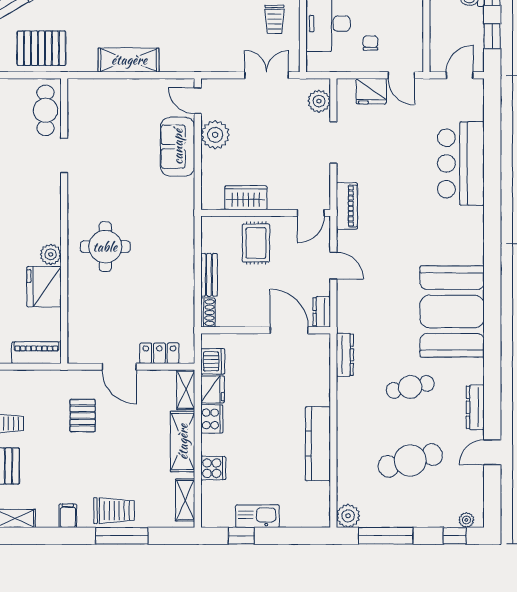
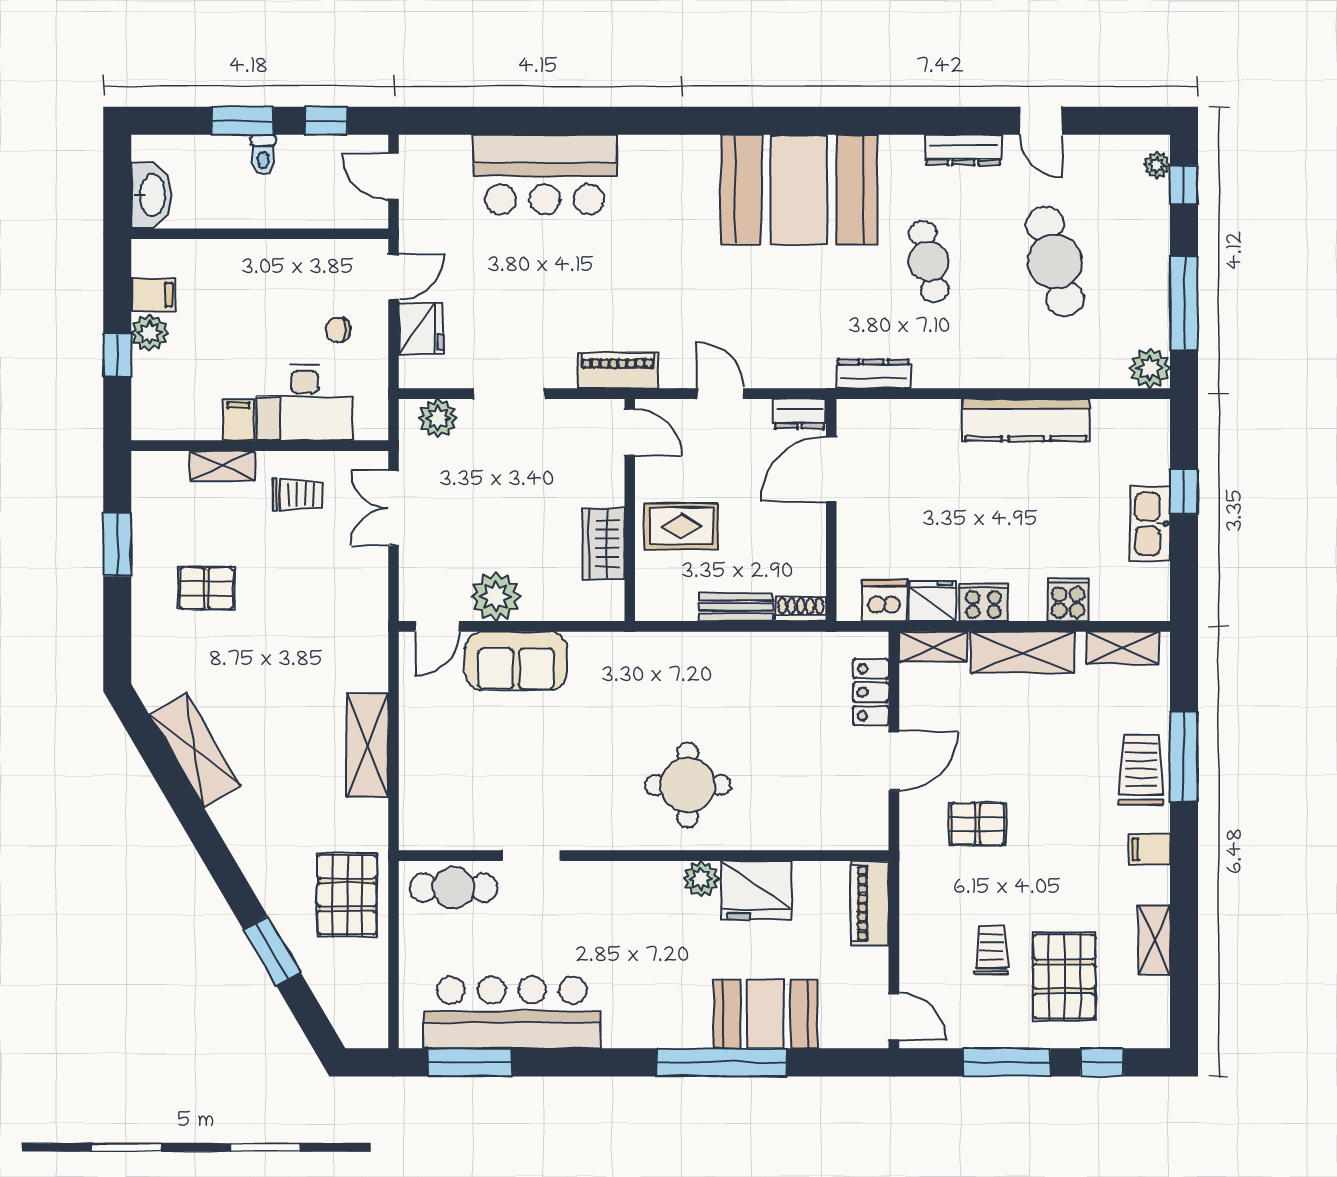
door: (333, 266) -> (720, 394), hinge flipped
window: (241, 536) -> (1184, 492), moved

